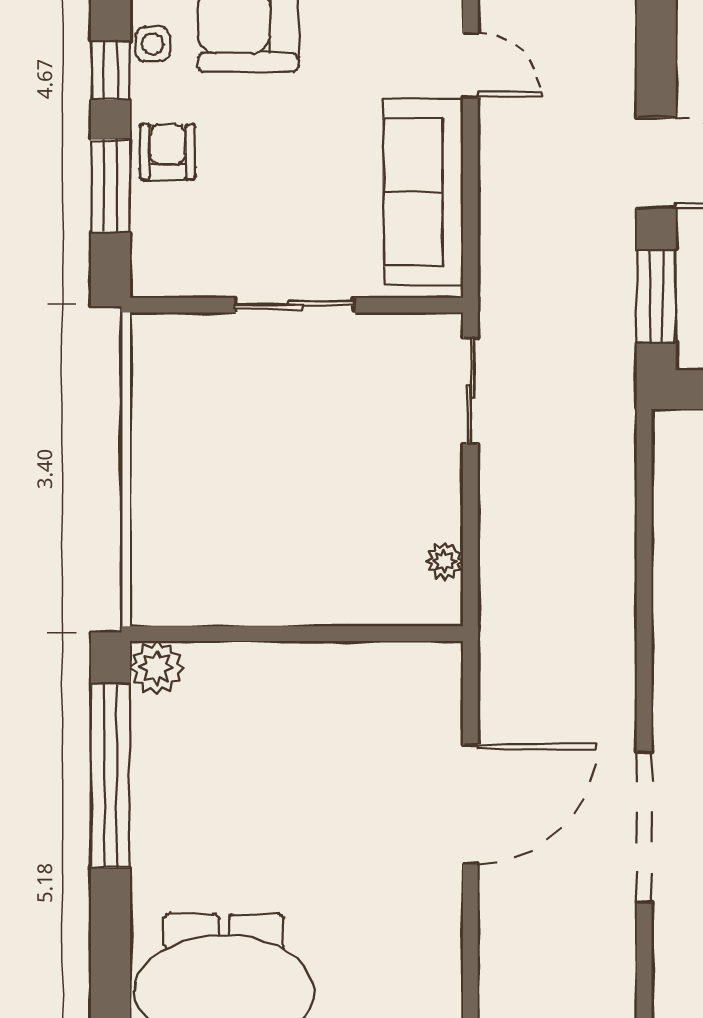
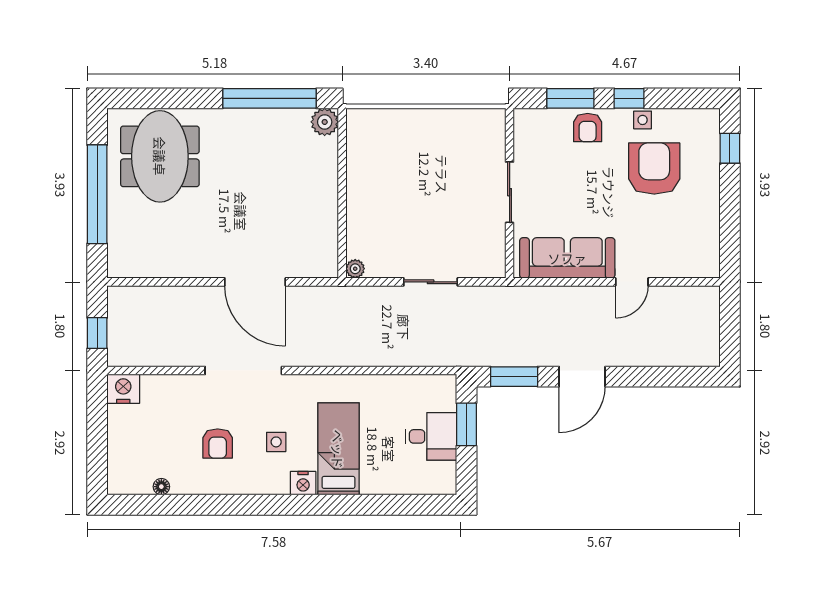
armchair: (168, 152) -> (588, 128), turned 90
sliding door: (470, 391) -> (431, 282), moved
plant: (445, 561) -> (355, 269), moved

